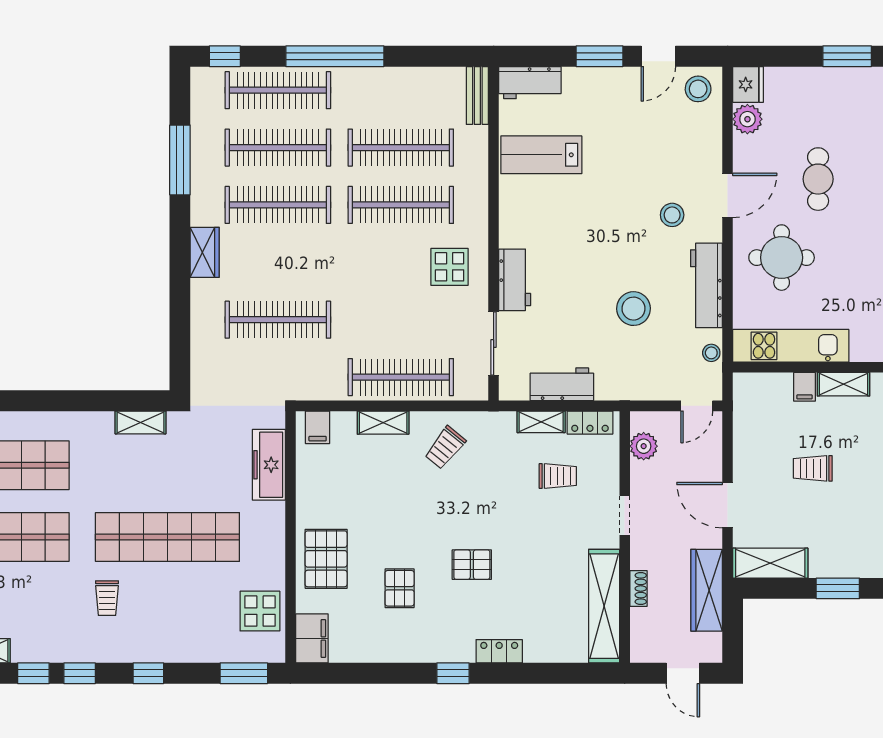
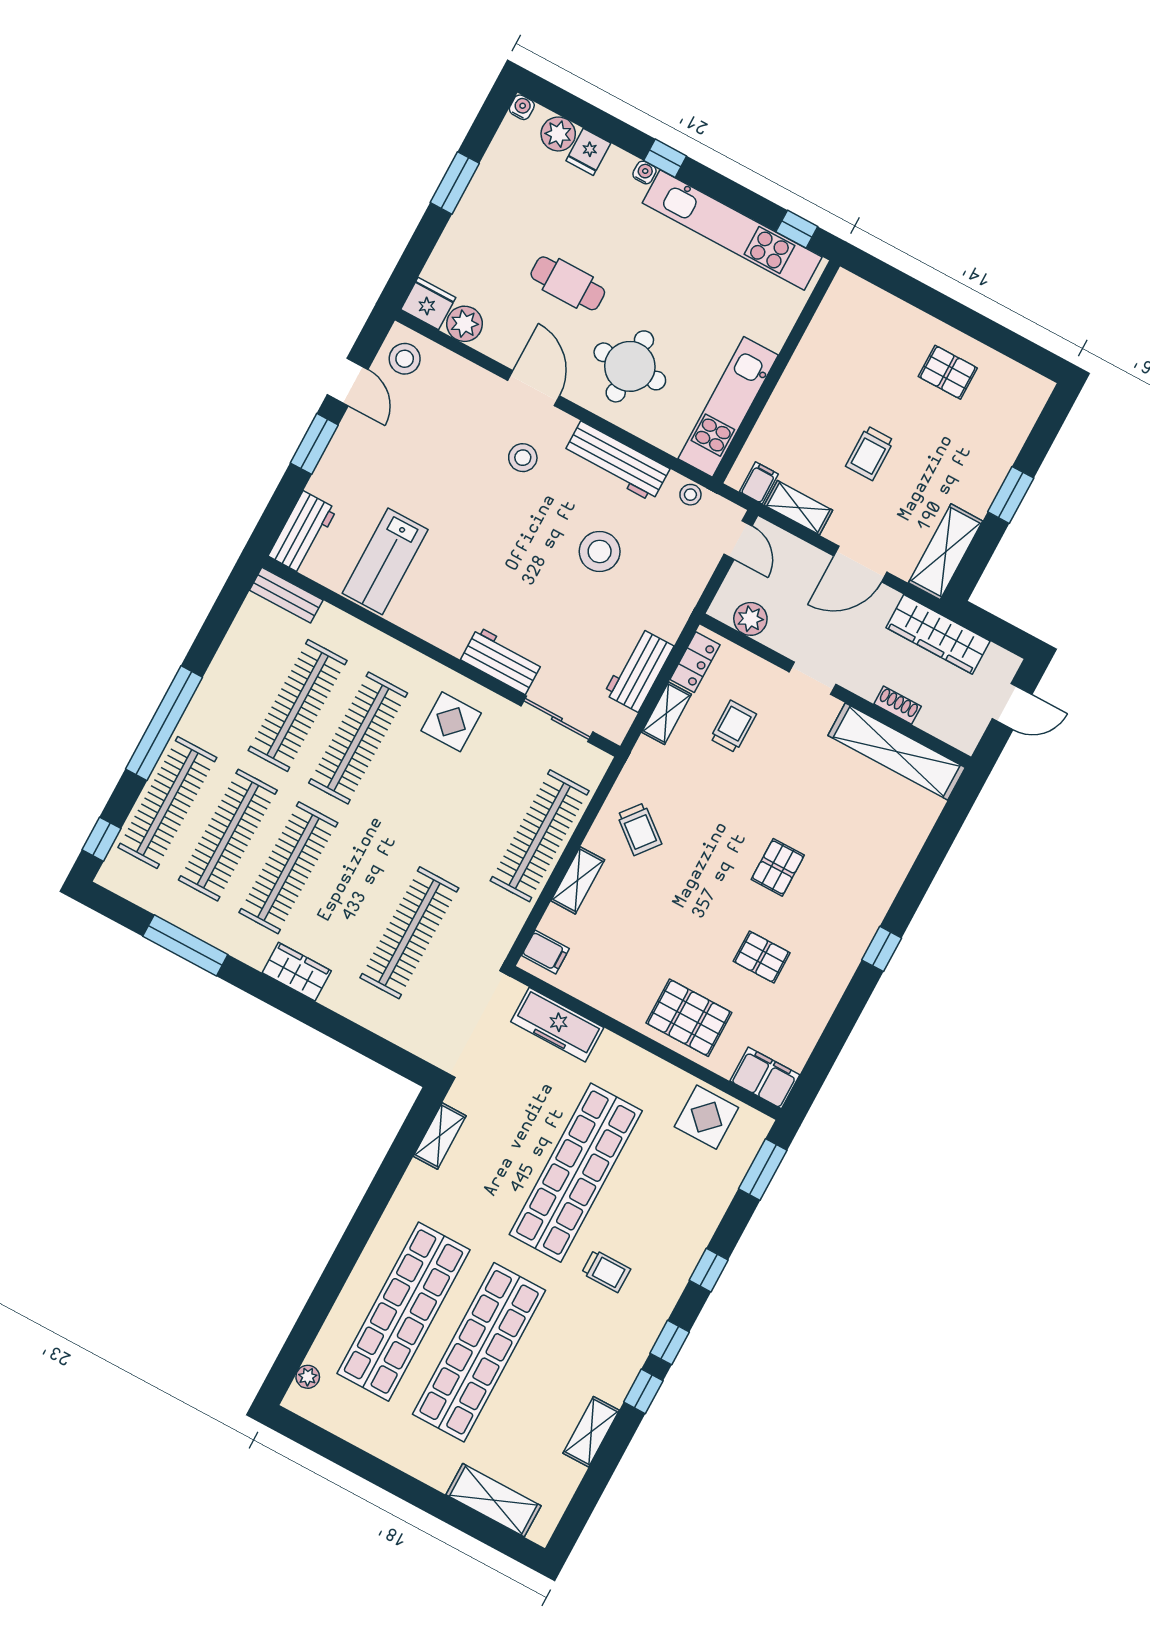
shelving: (843, 384) -> (798, 508), moved, turned 90
filing cabinet: (805, 387) -> (759, 483), moved, turned -90
locker: (499, 651) -> (885, 888), removed

